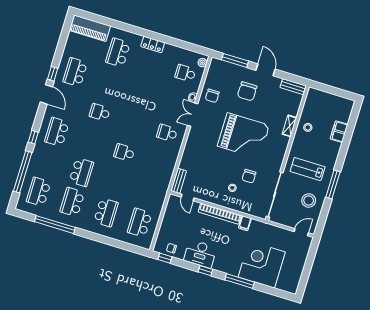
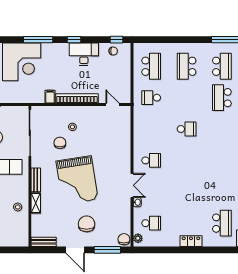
chair: (212, 96) -> (124, 239), moved
school desk: (100, 112) -> (151, 98), moved, turned 180
grand piano: (243, 136) -> (77, 180), turned -99
bench: (179, 181) -> (36, 180), moved

